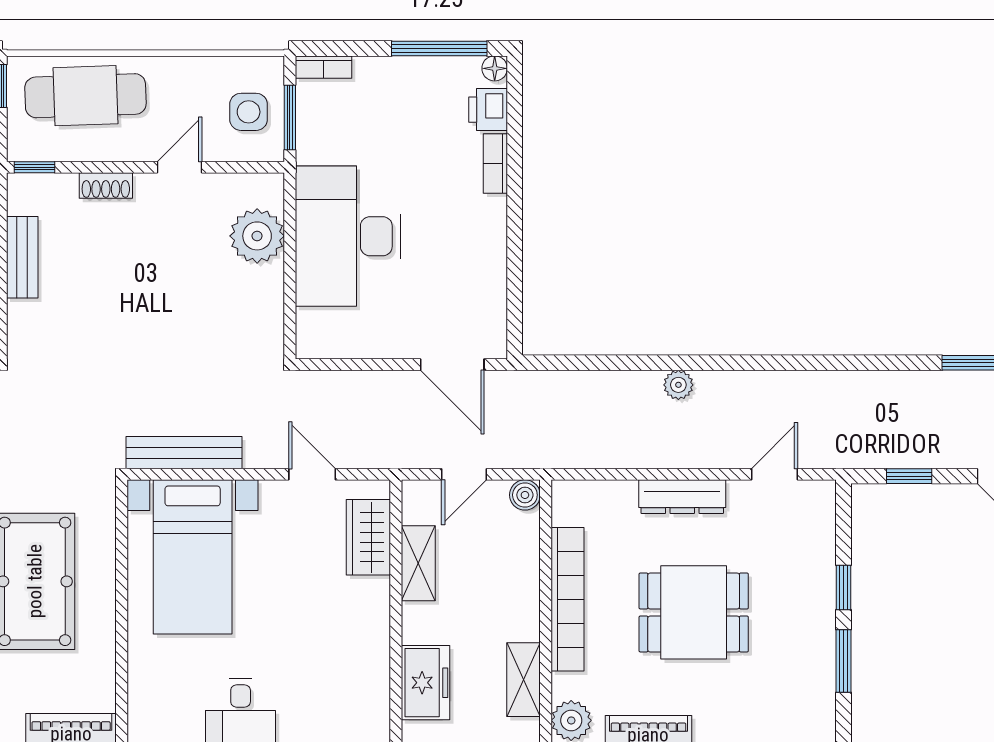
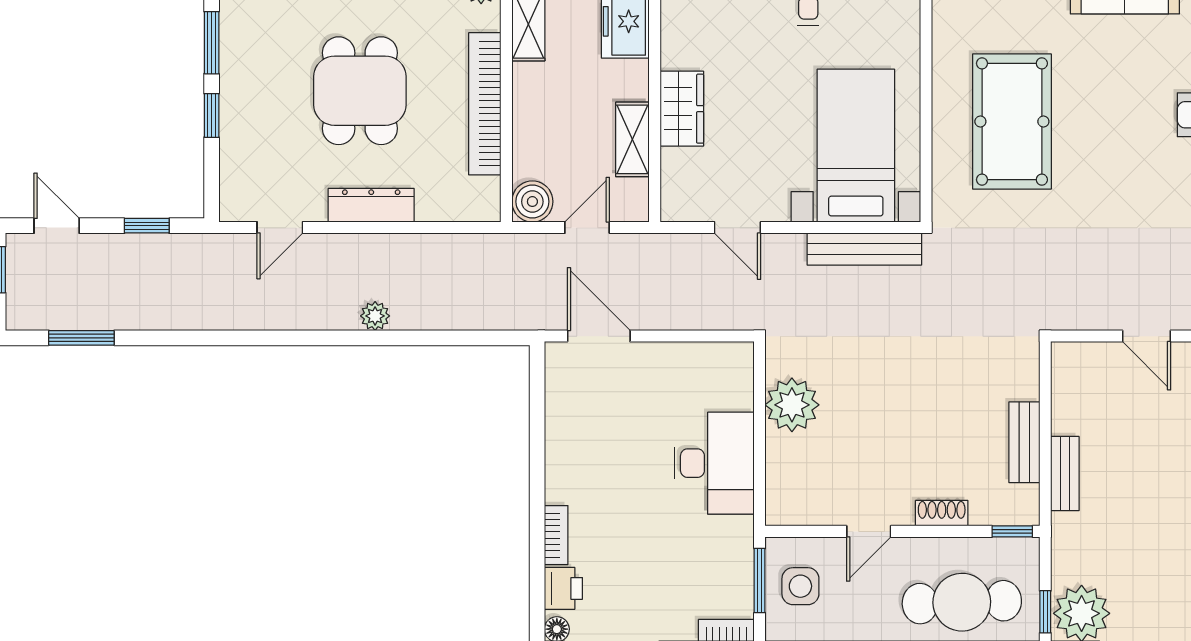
plant: (257, 236) -> (792, 405), moved
desk: (348, 236) -> (714, 463), width x0.73, depth x0.77
boiler: (525, 495) -> (532, 202), width x1.36, depth x1.36
wardrobe: (368, 537) -> (682, 109), moved
dining table: (694, 612) -> (360, 91), turned 90

